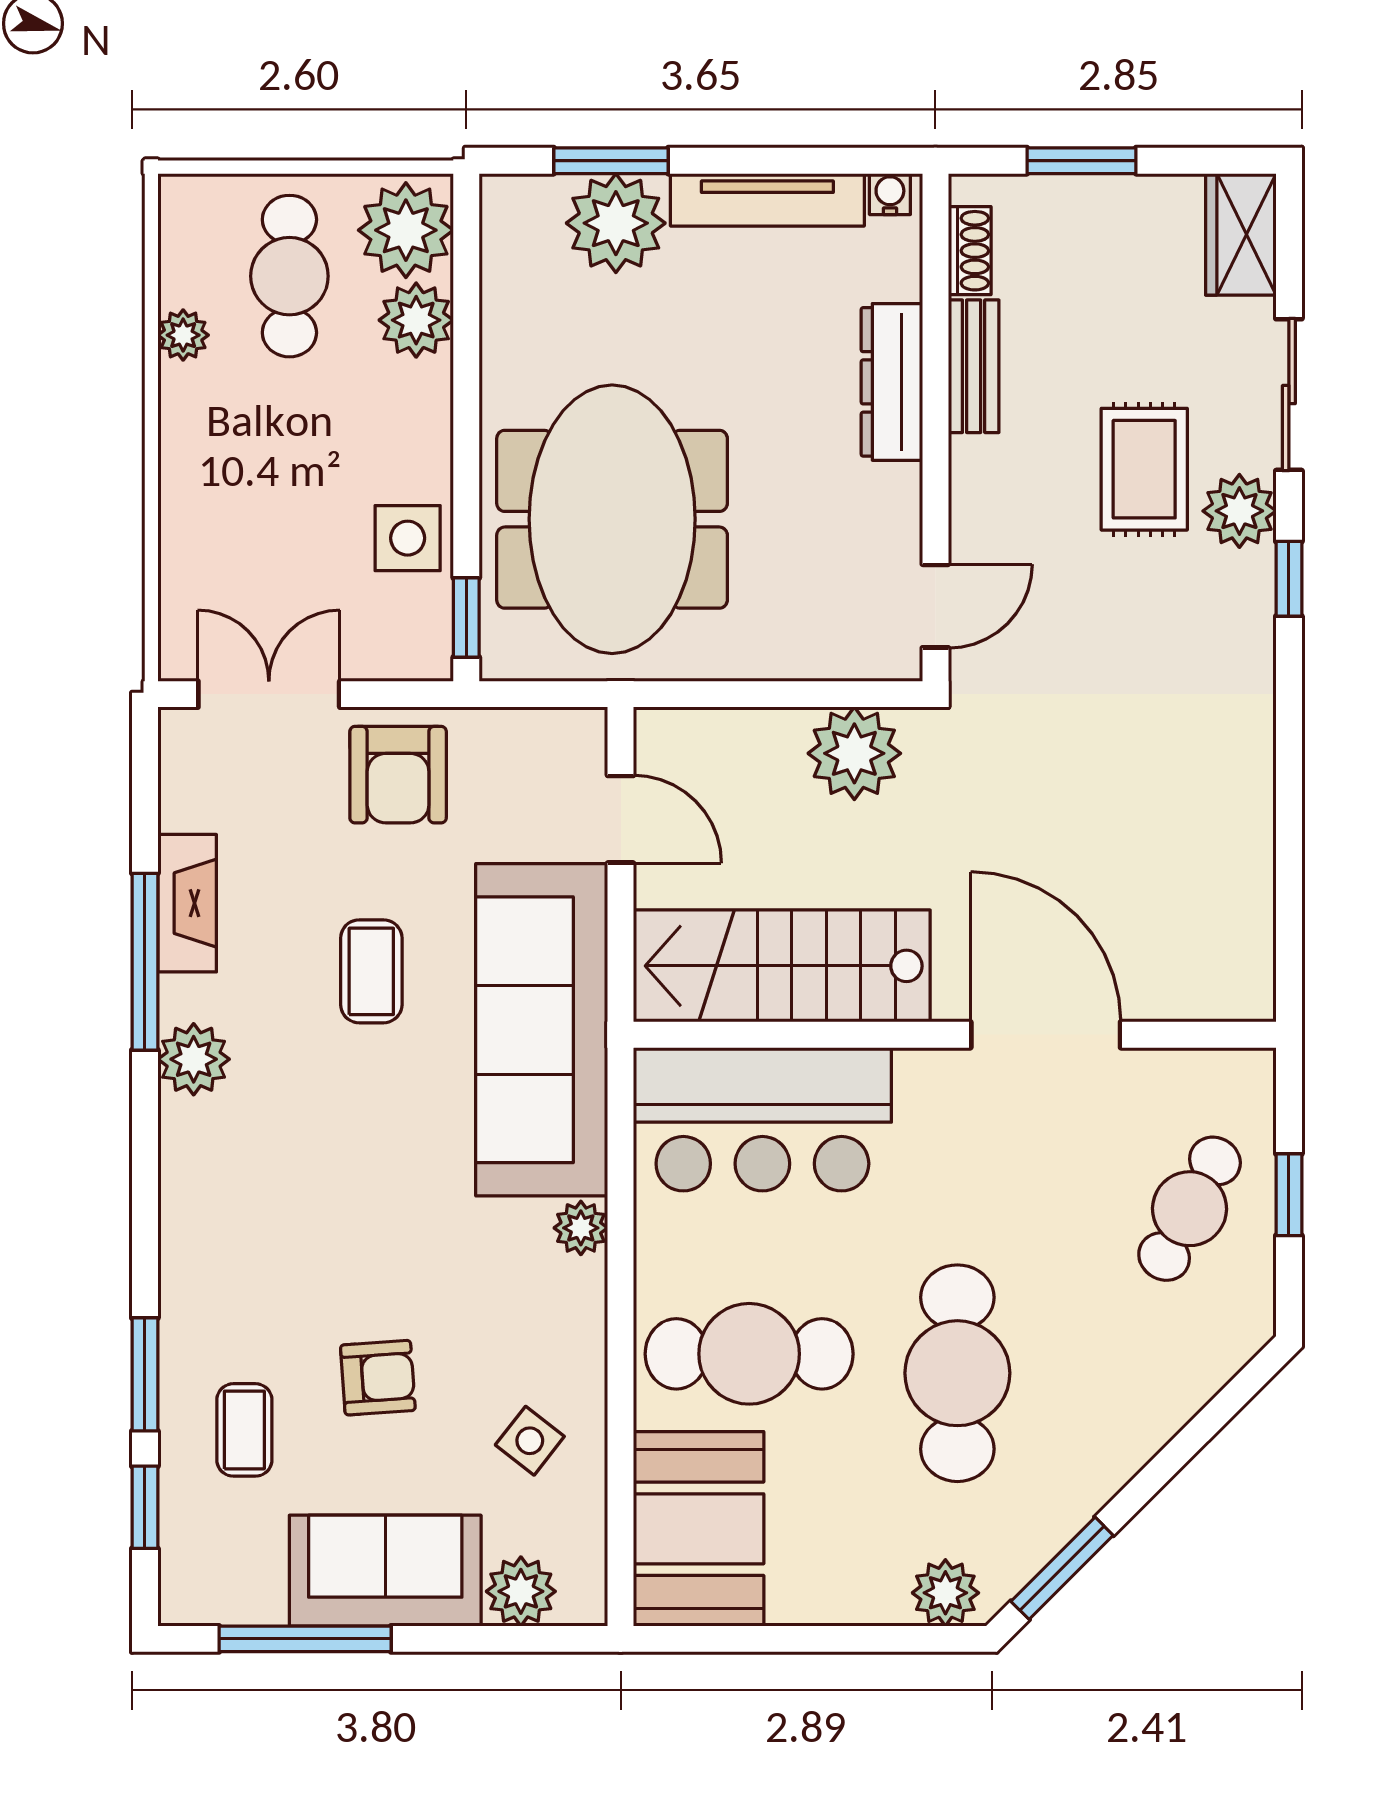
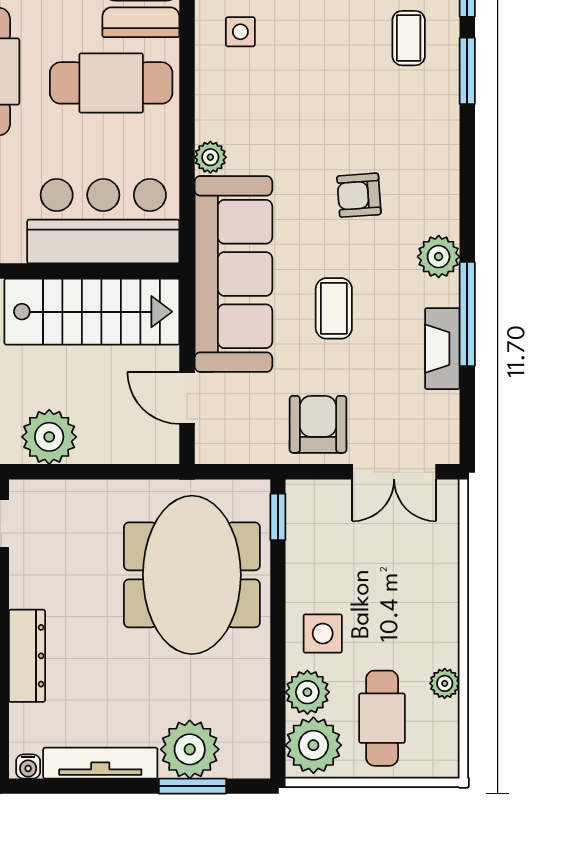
side table: (408, 538) -> (323, 634), moved
armchair: (378, 1378) -> (359, 195), moved
side table: (530, 1441) -> (240, 32), turned -38

